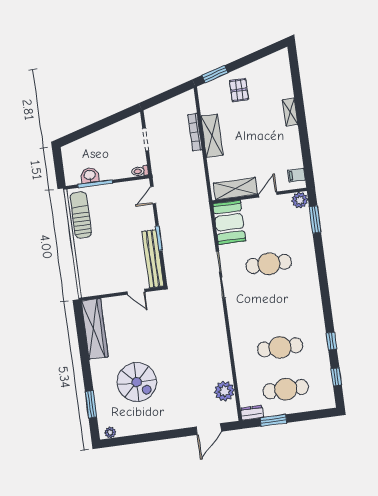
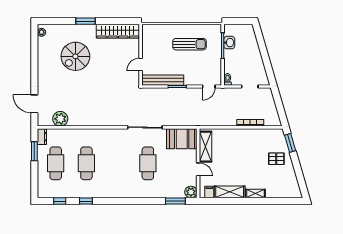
shelving: (212, 136) -> (230, 192), moved
door: (153, 195) -> (209, 86), swing flipped
sun lounger: (81, 215) -> (189, 44), moved
window: (91, 404) -> (85, 21), moved

